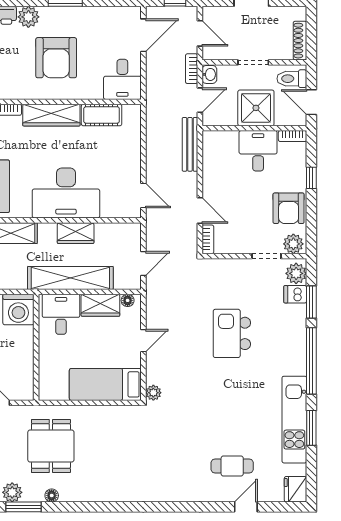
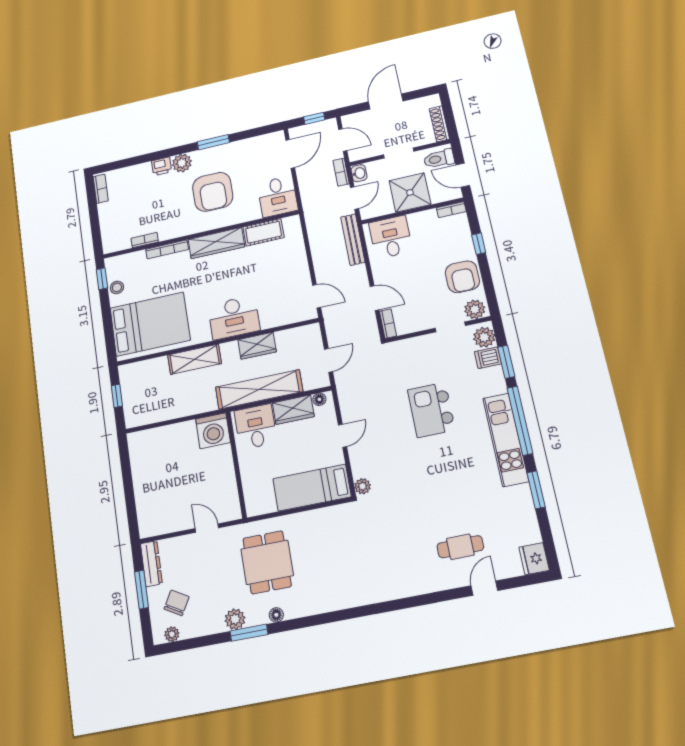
desk: (258, 151) -> (391, 237), moved
desk: (66, 193) -> (234, 318), width x0.73, depth x0.77
kitchen unit: (294, 420) -> (506, 440), moved

